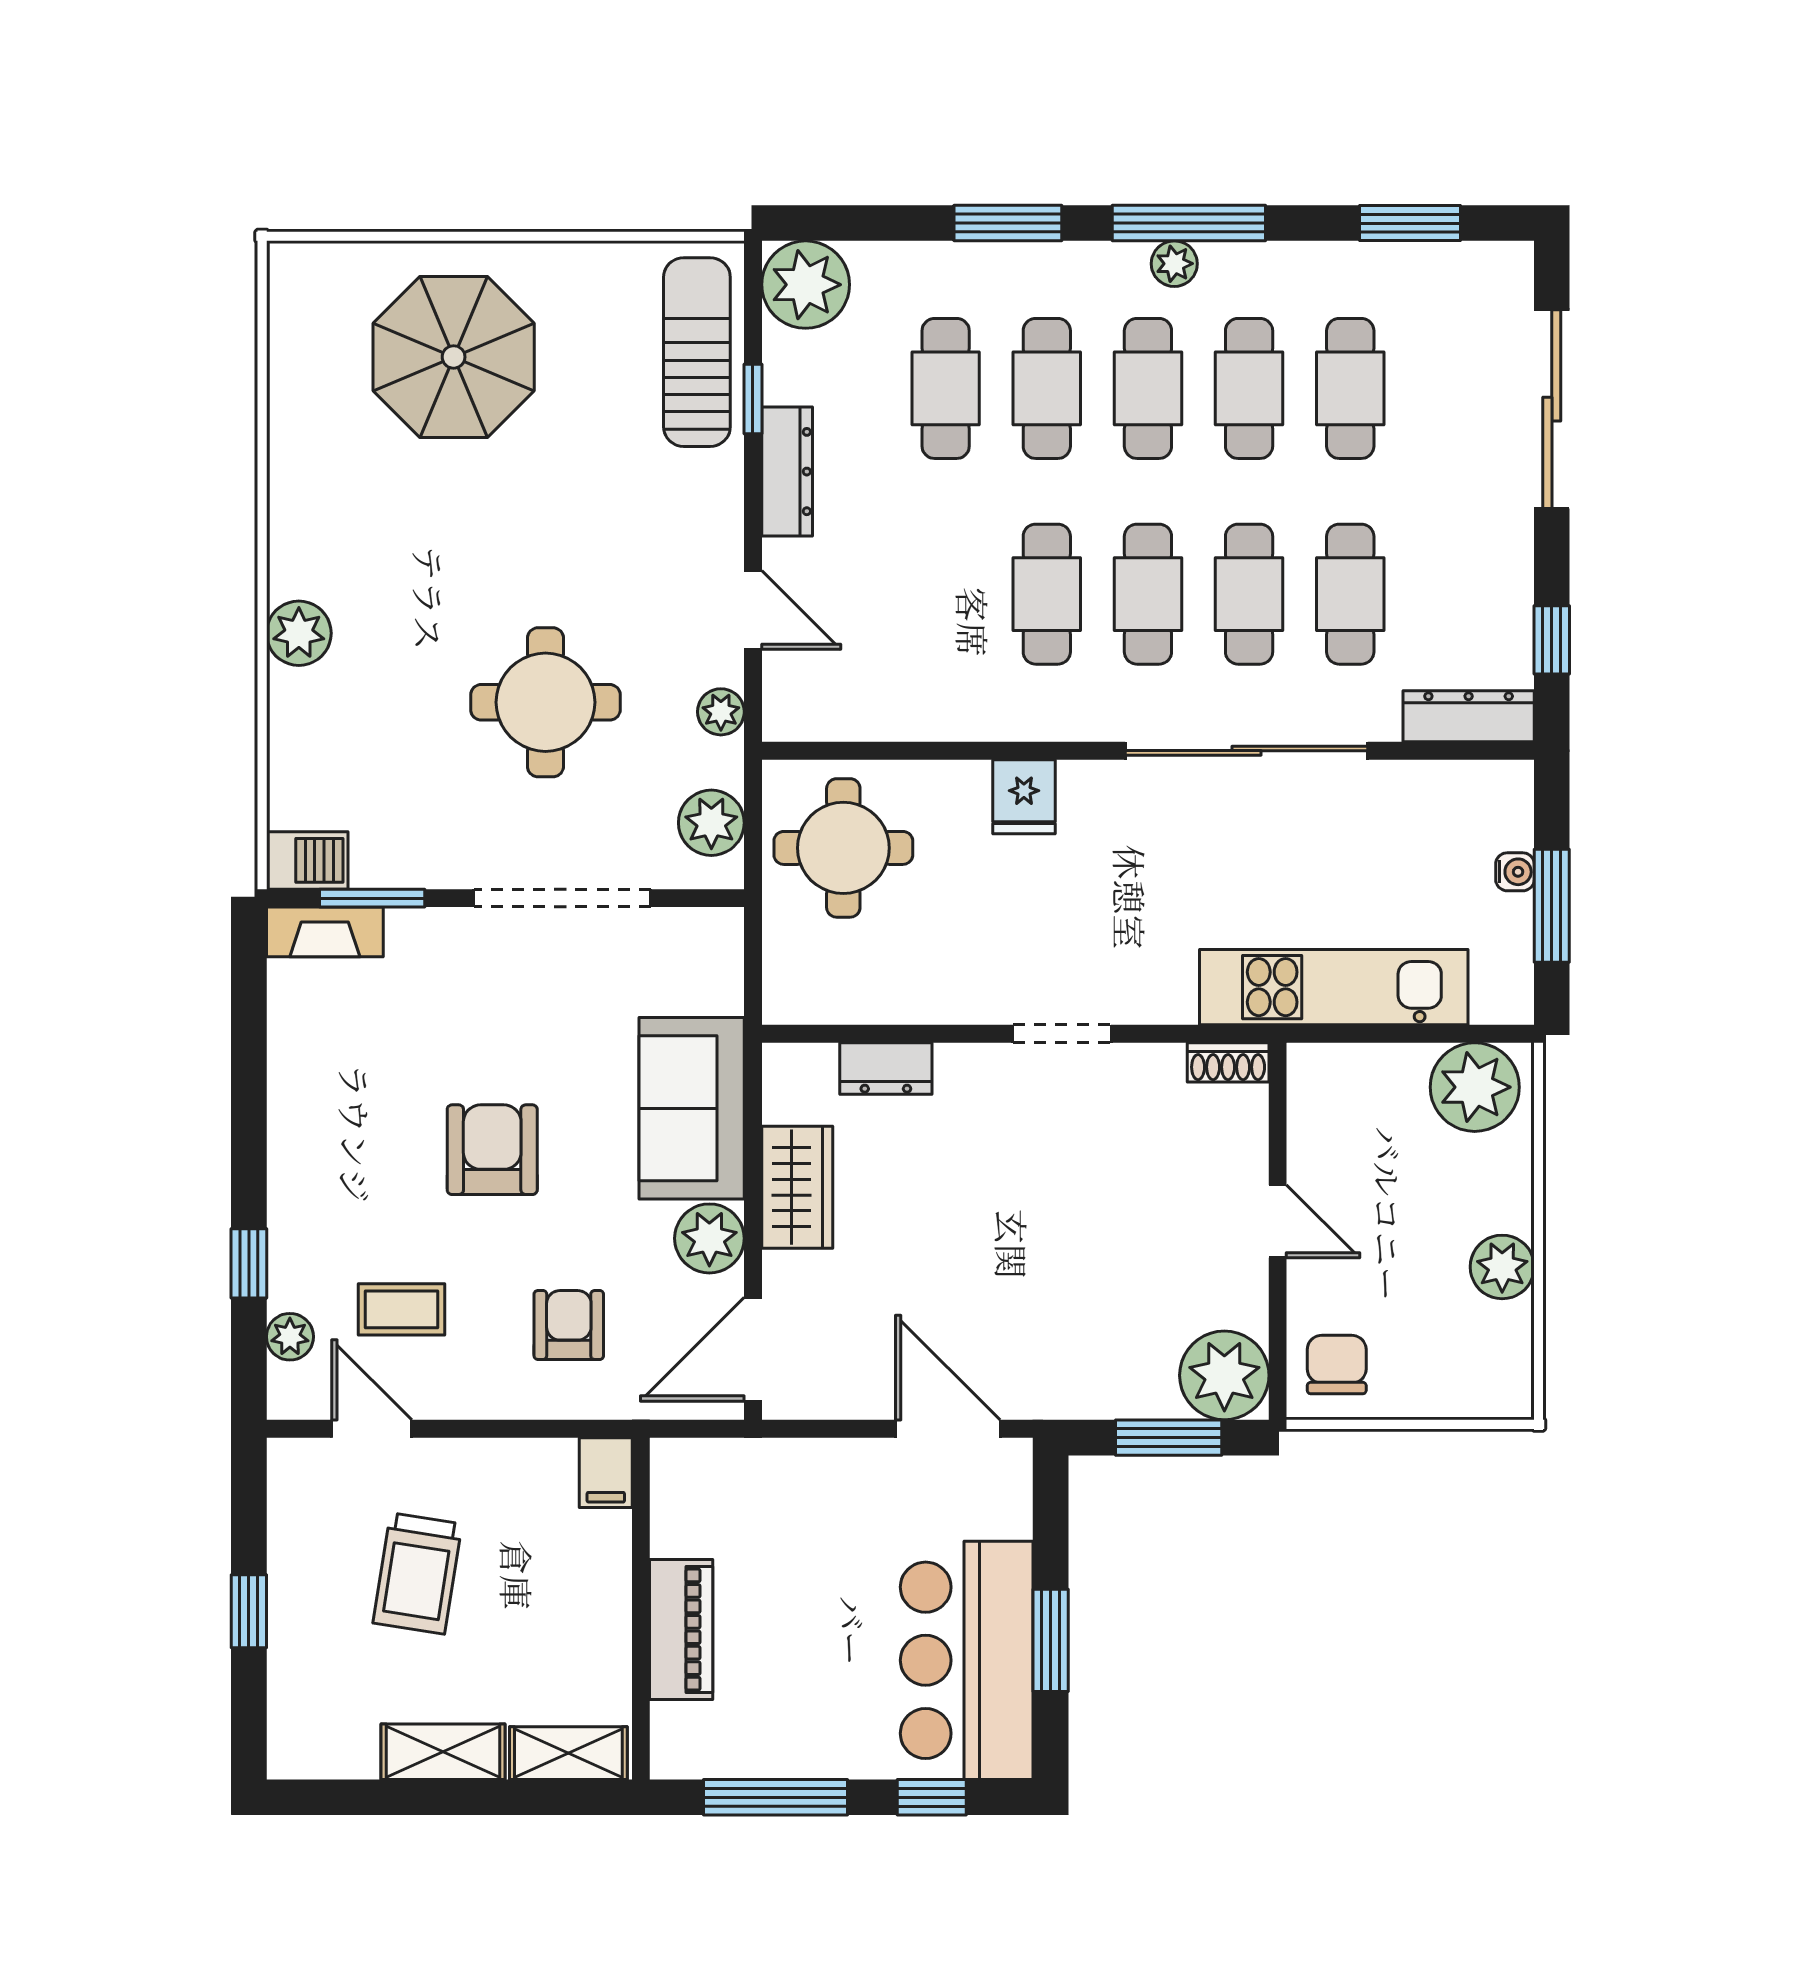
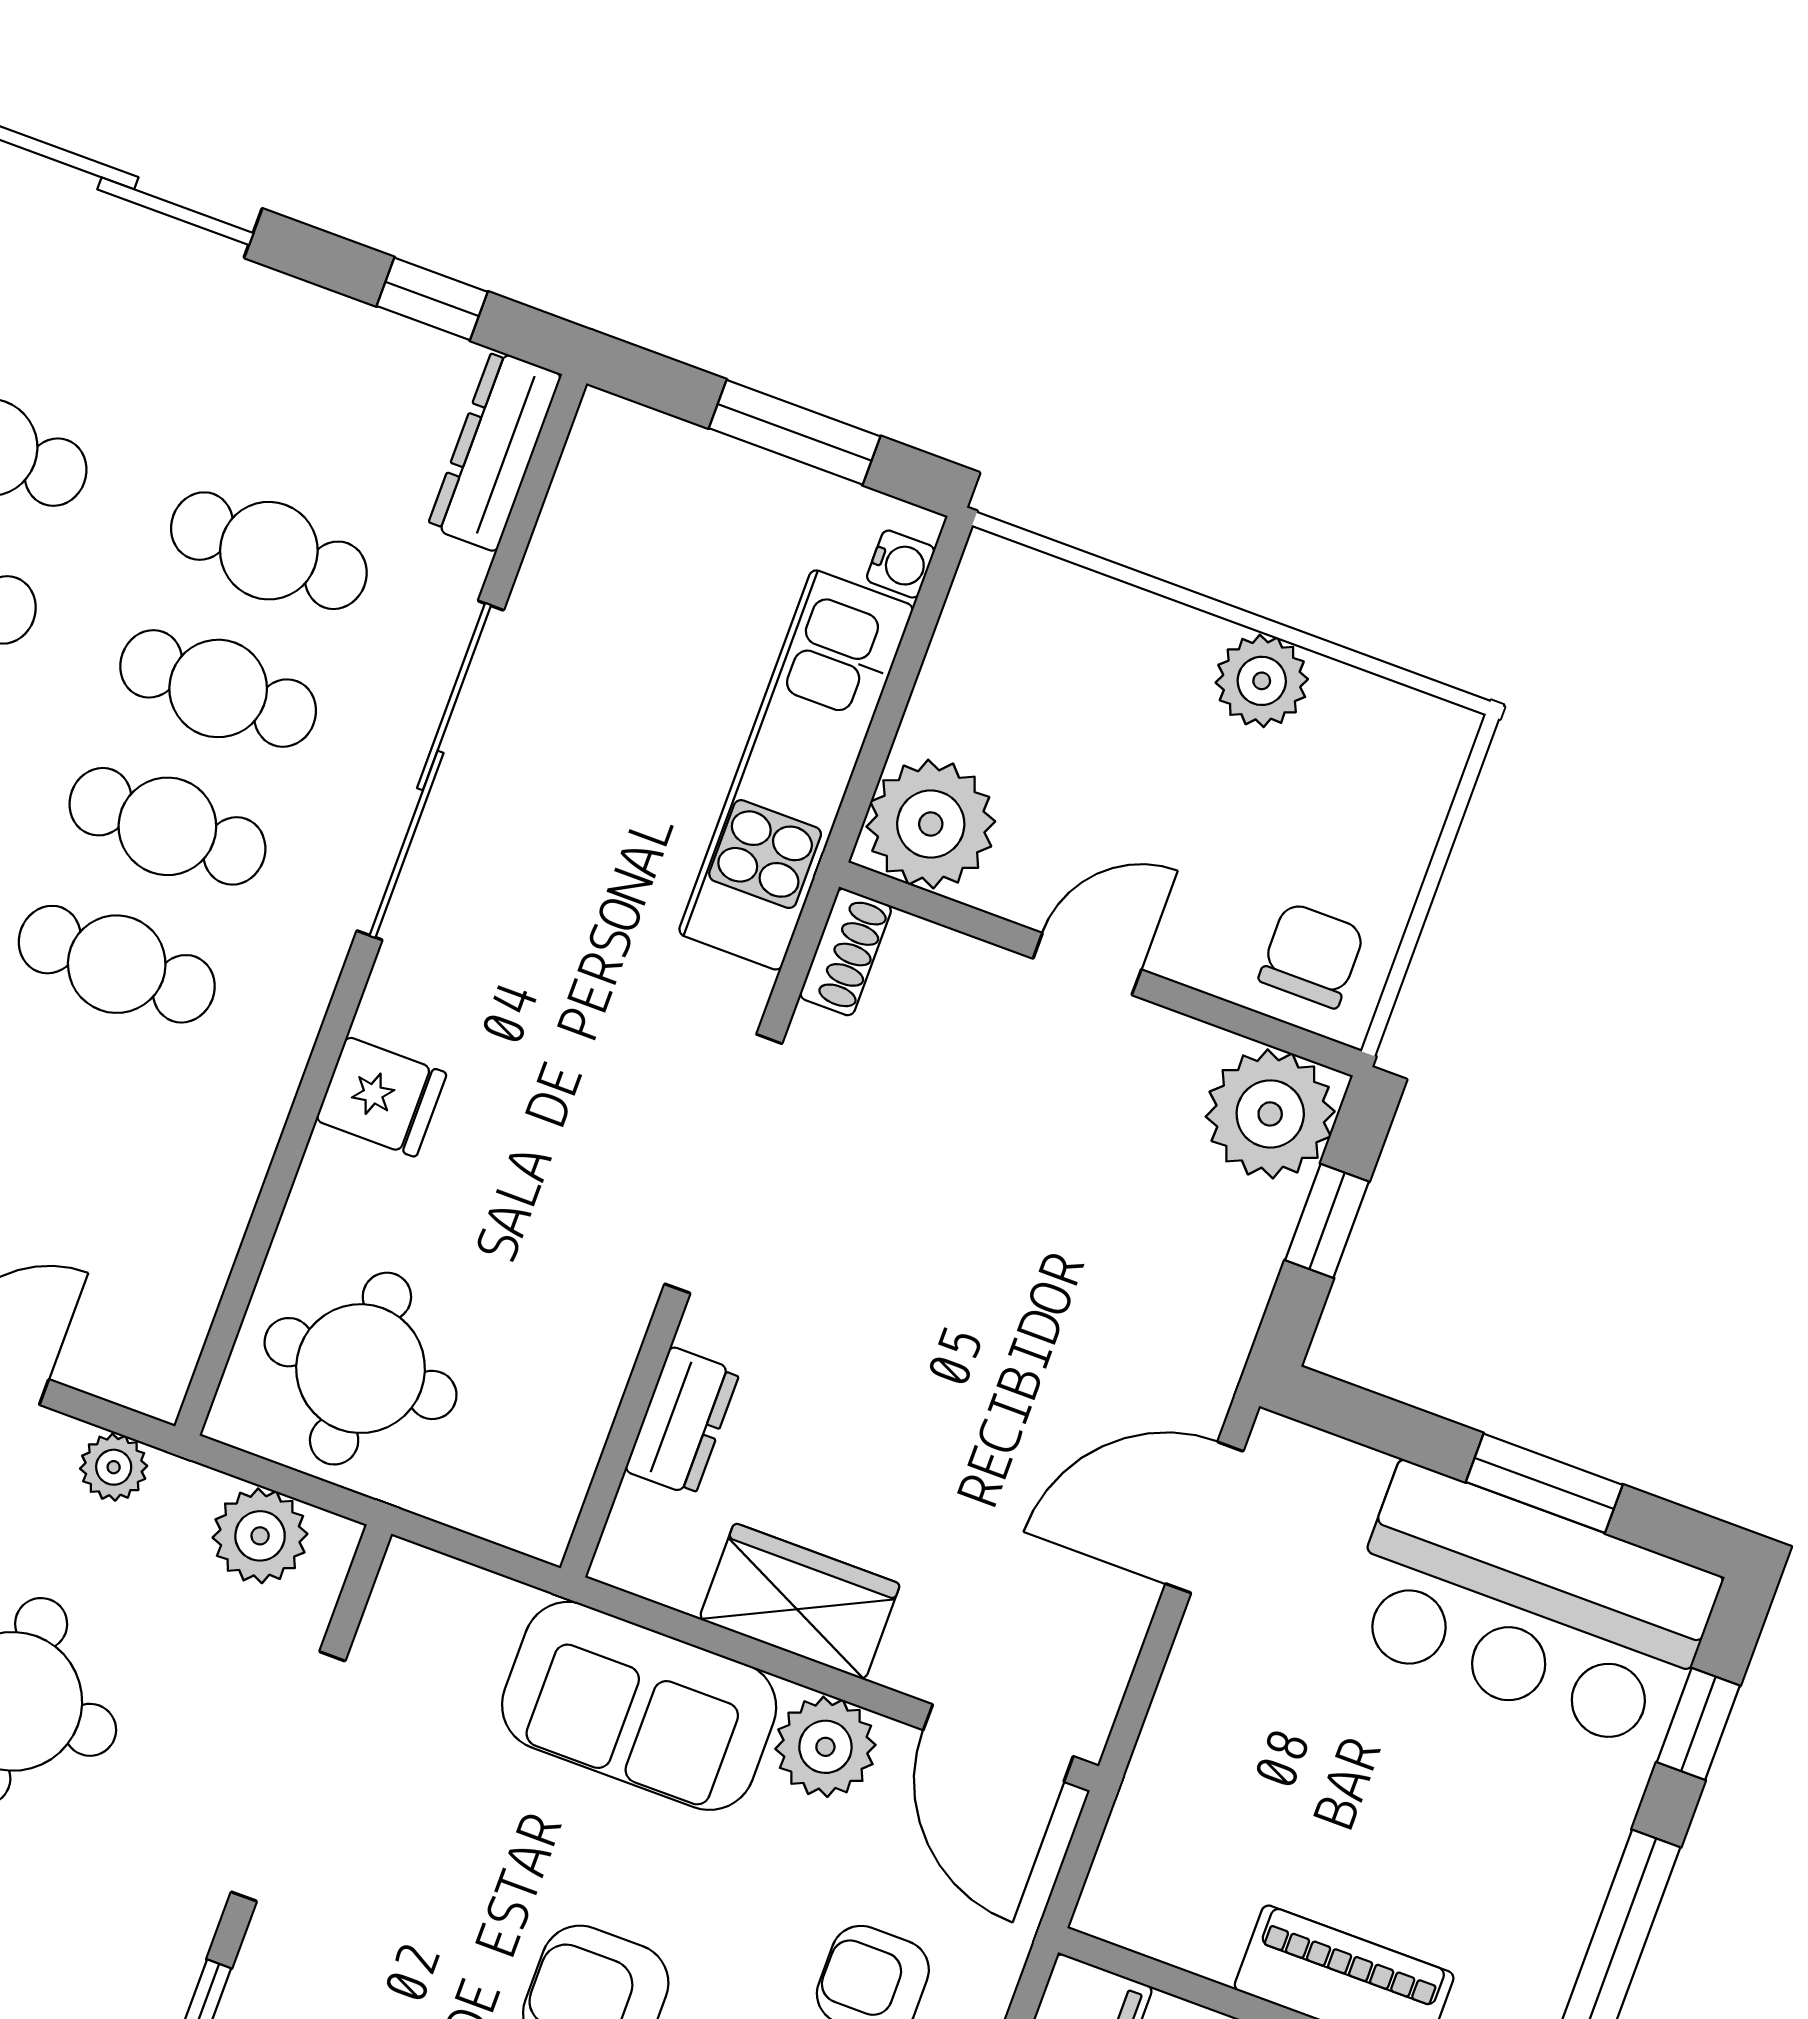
water cooler: (1515, 872) -> (901, 564), moved, turned 90
doorway: (1062, 1034) -> (723, 1164), width x1.88
plant: (1475, 1087) -> (931, 824), moved
chair: (1337, 1365) -> (1312, 955), turned 90
window: (1169, 1438) -> (1327, 1221), width x0.67

